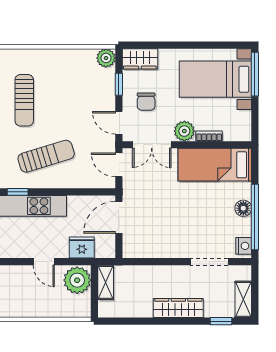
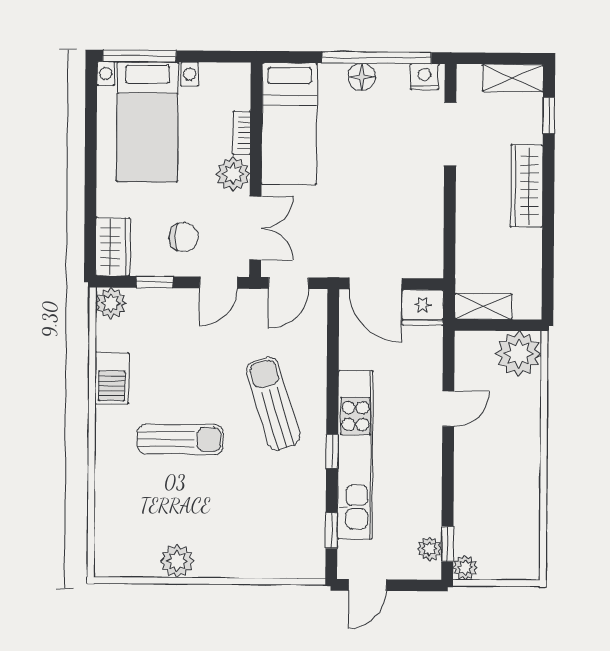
barbecue: (61, 59) -> (112, 378), added
fridge: (82, 248) -> (423, 308), moved, turned -90
plant: (77, 280) -> (519, 354), moved

